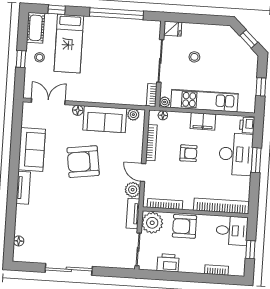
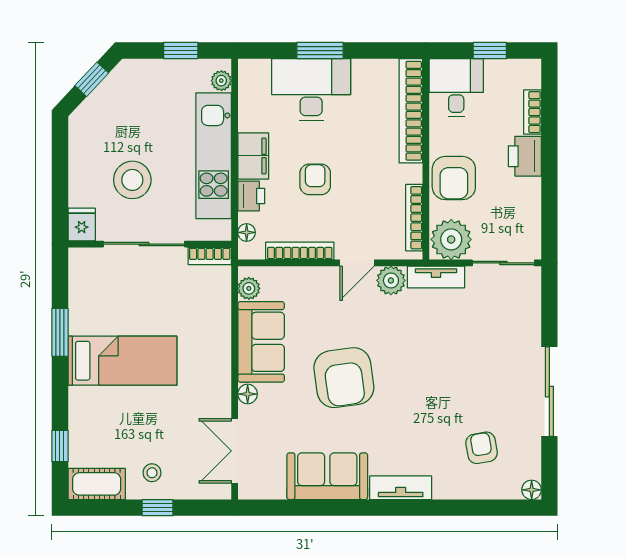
window: (117, 14) -> (60, 332), width x0.47
bed: (69, 44) -> (122, 361), moved
stool: (194, 57) -> (132, 180), width x1.89, depth x1.89
plant: (165, 102) -> (221, 81), moved
printer: (247, 125) -> (251, 196), moved, turned -90
armchair: (41, 232) -> (482, 448), added
floor lamp: (19, 241) -> (532, 490), moved
printer: (168, 263) -> (525, 156), moved

